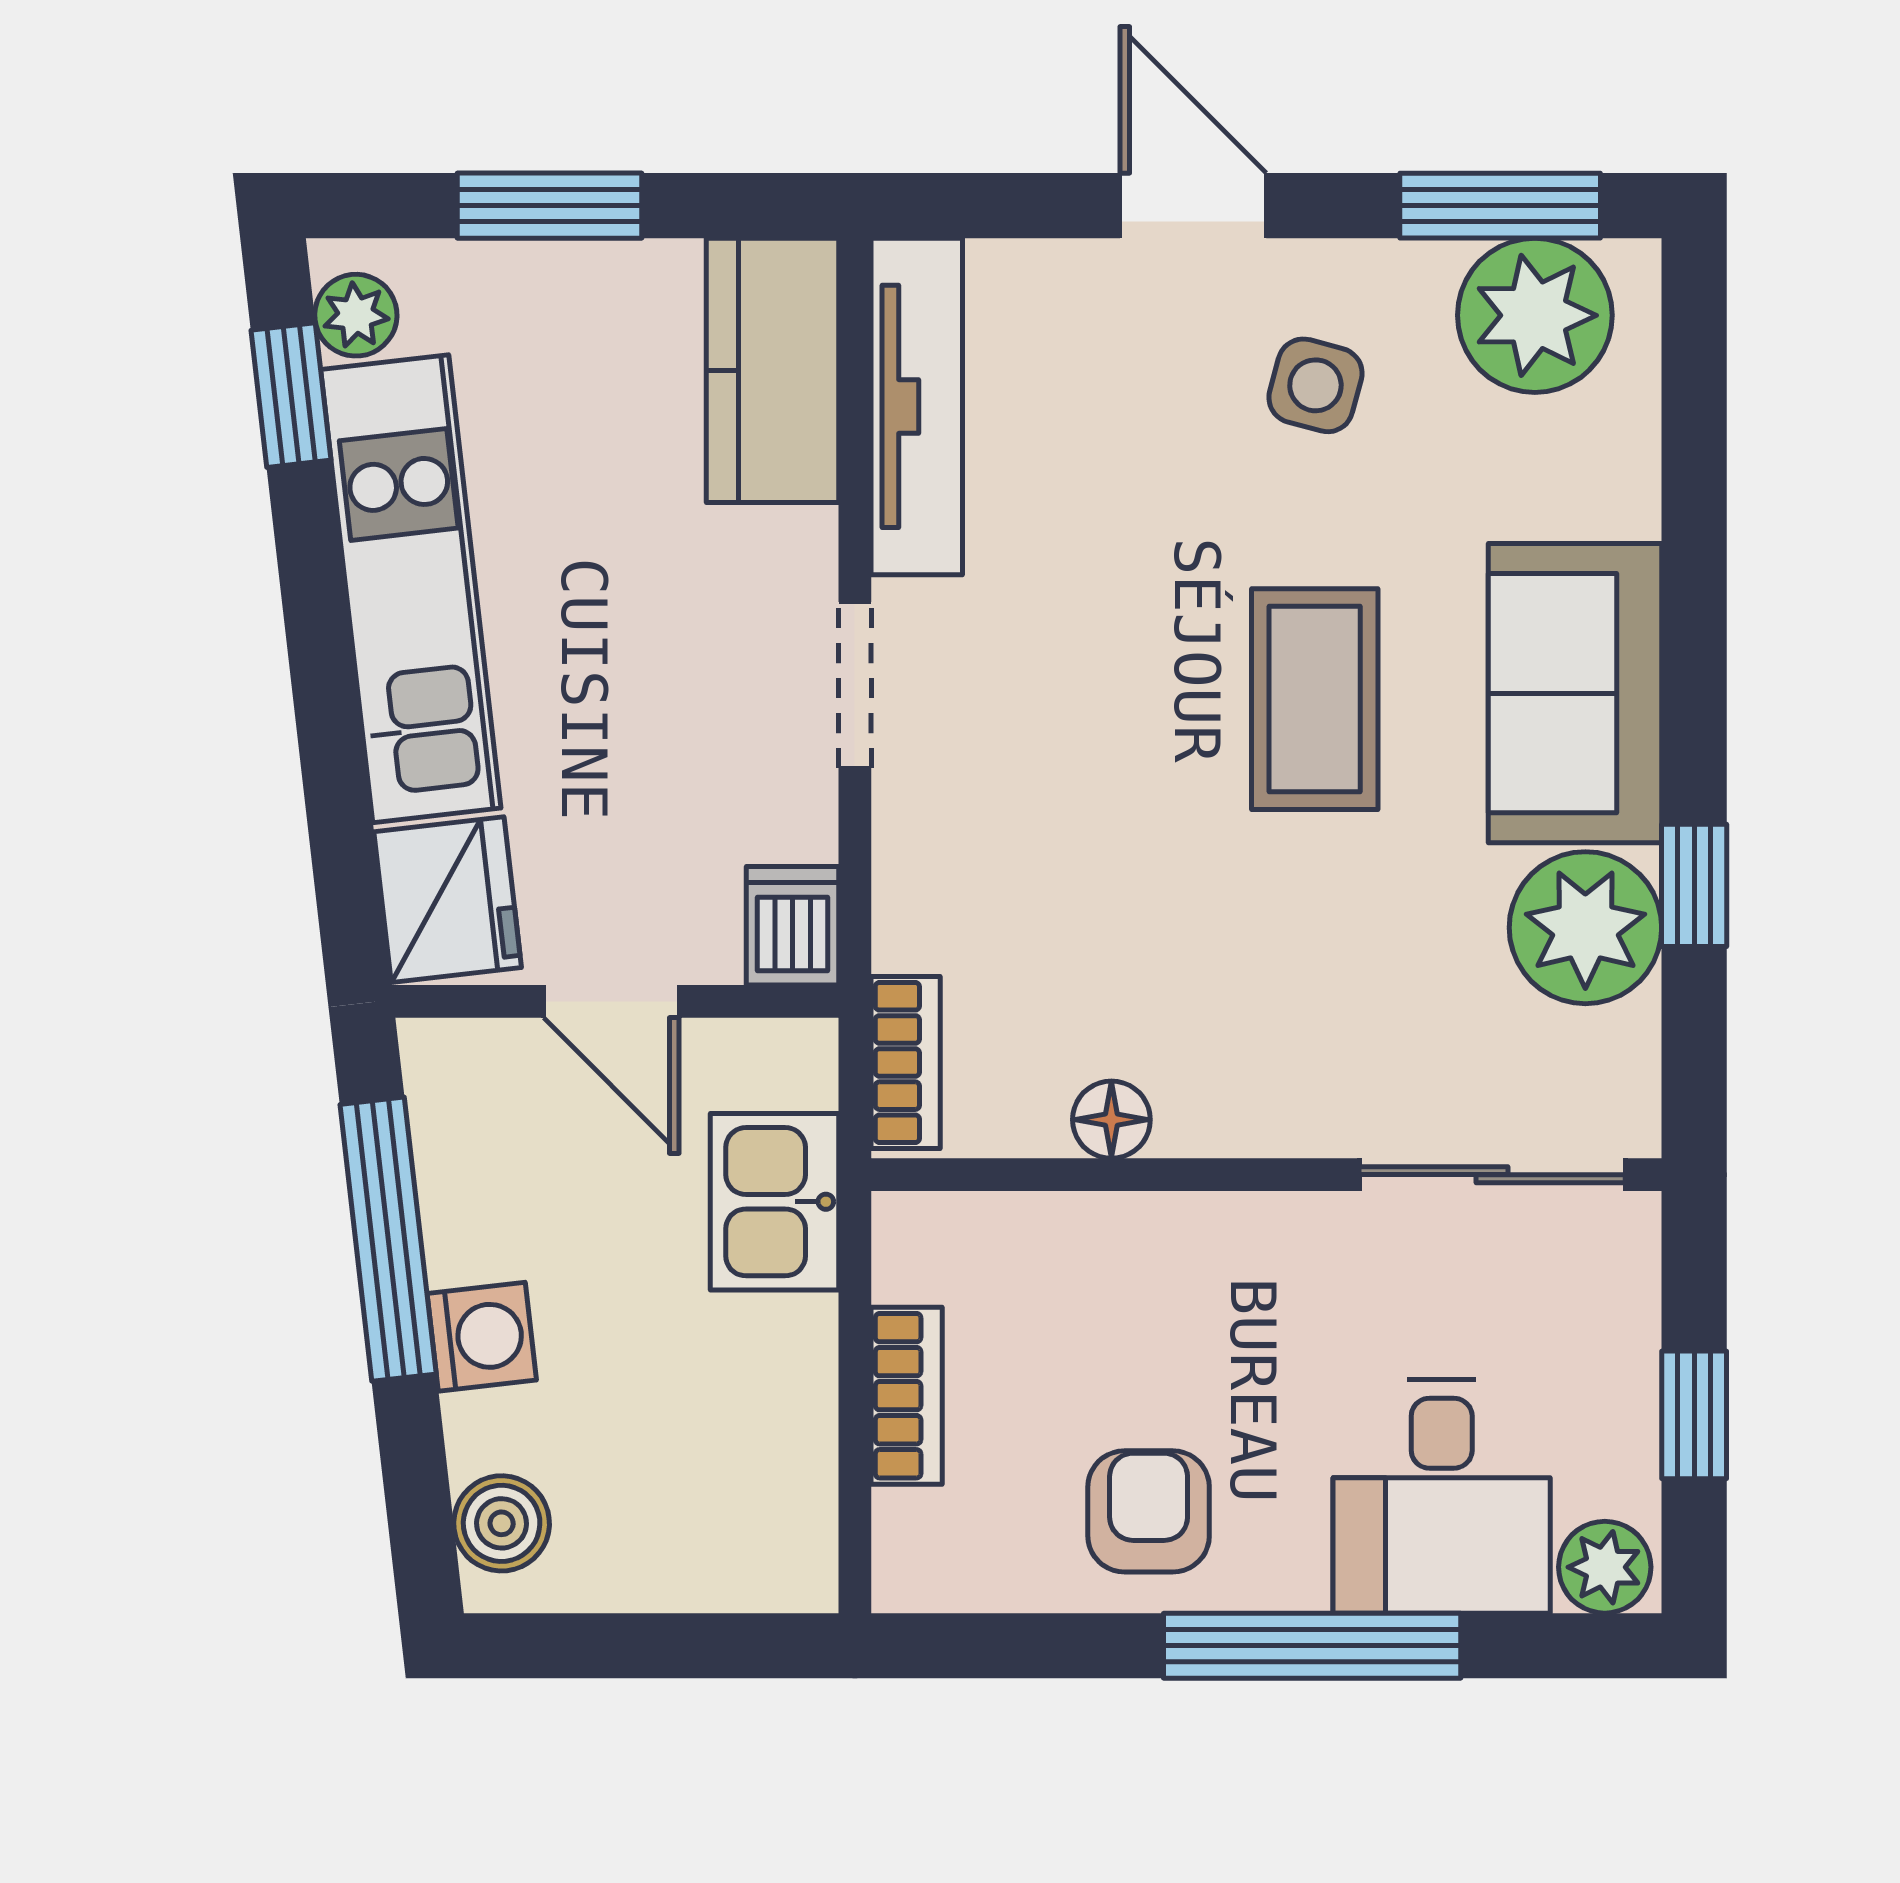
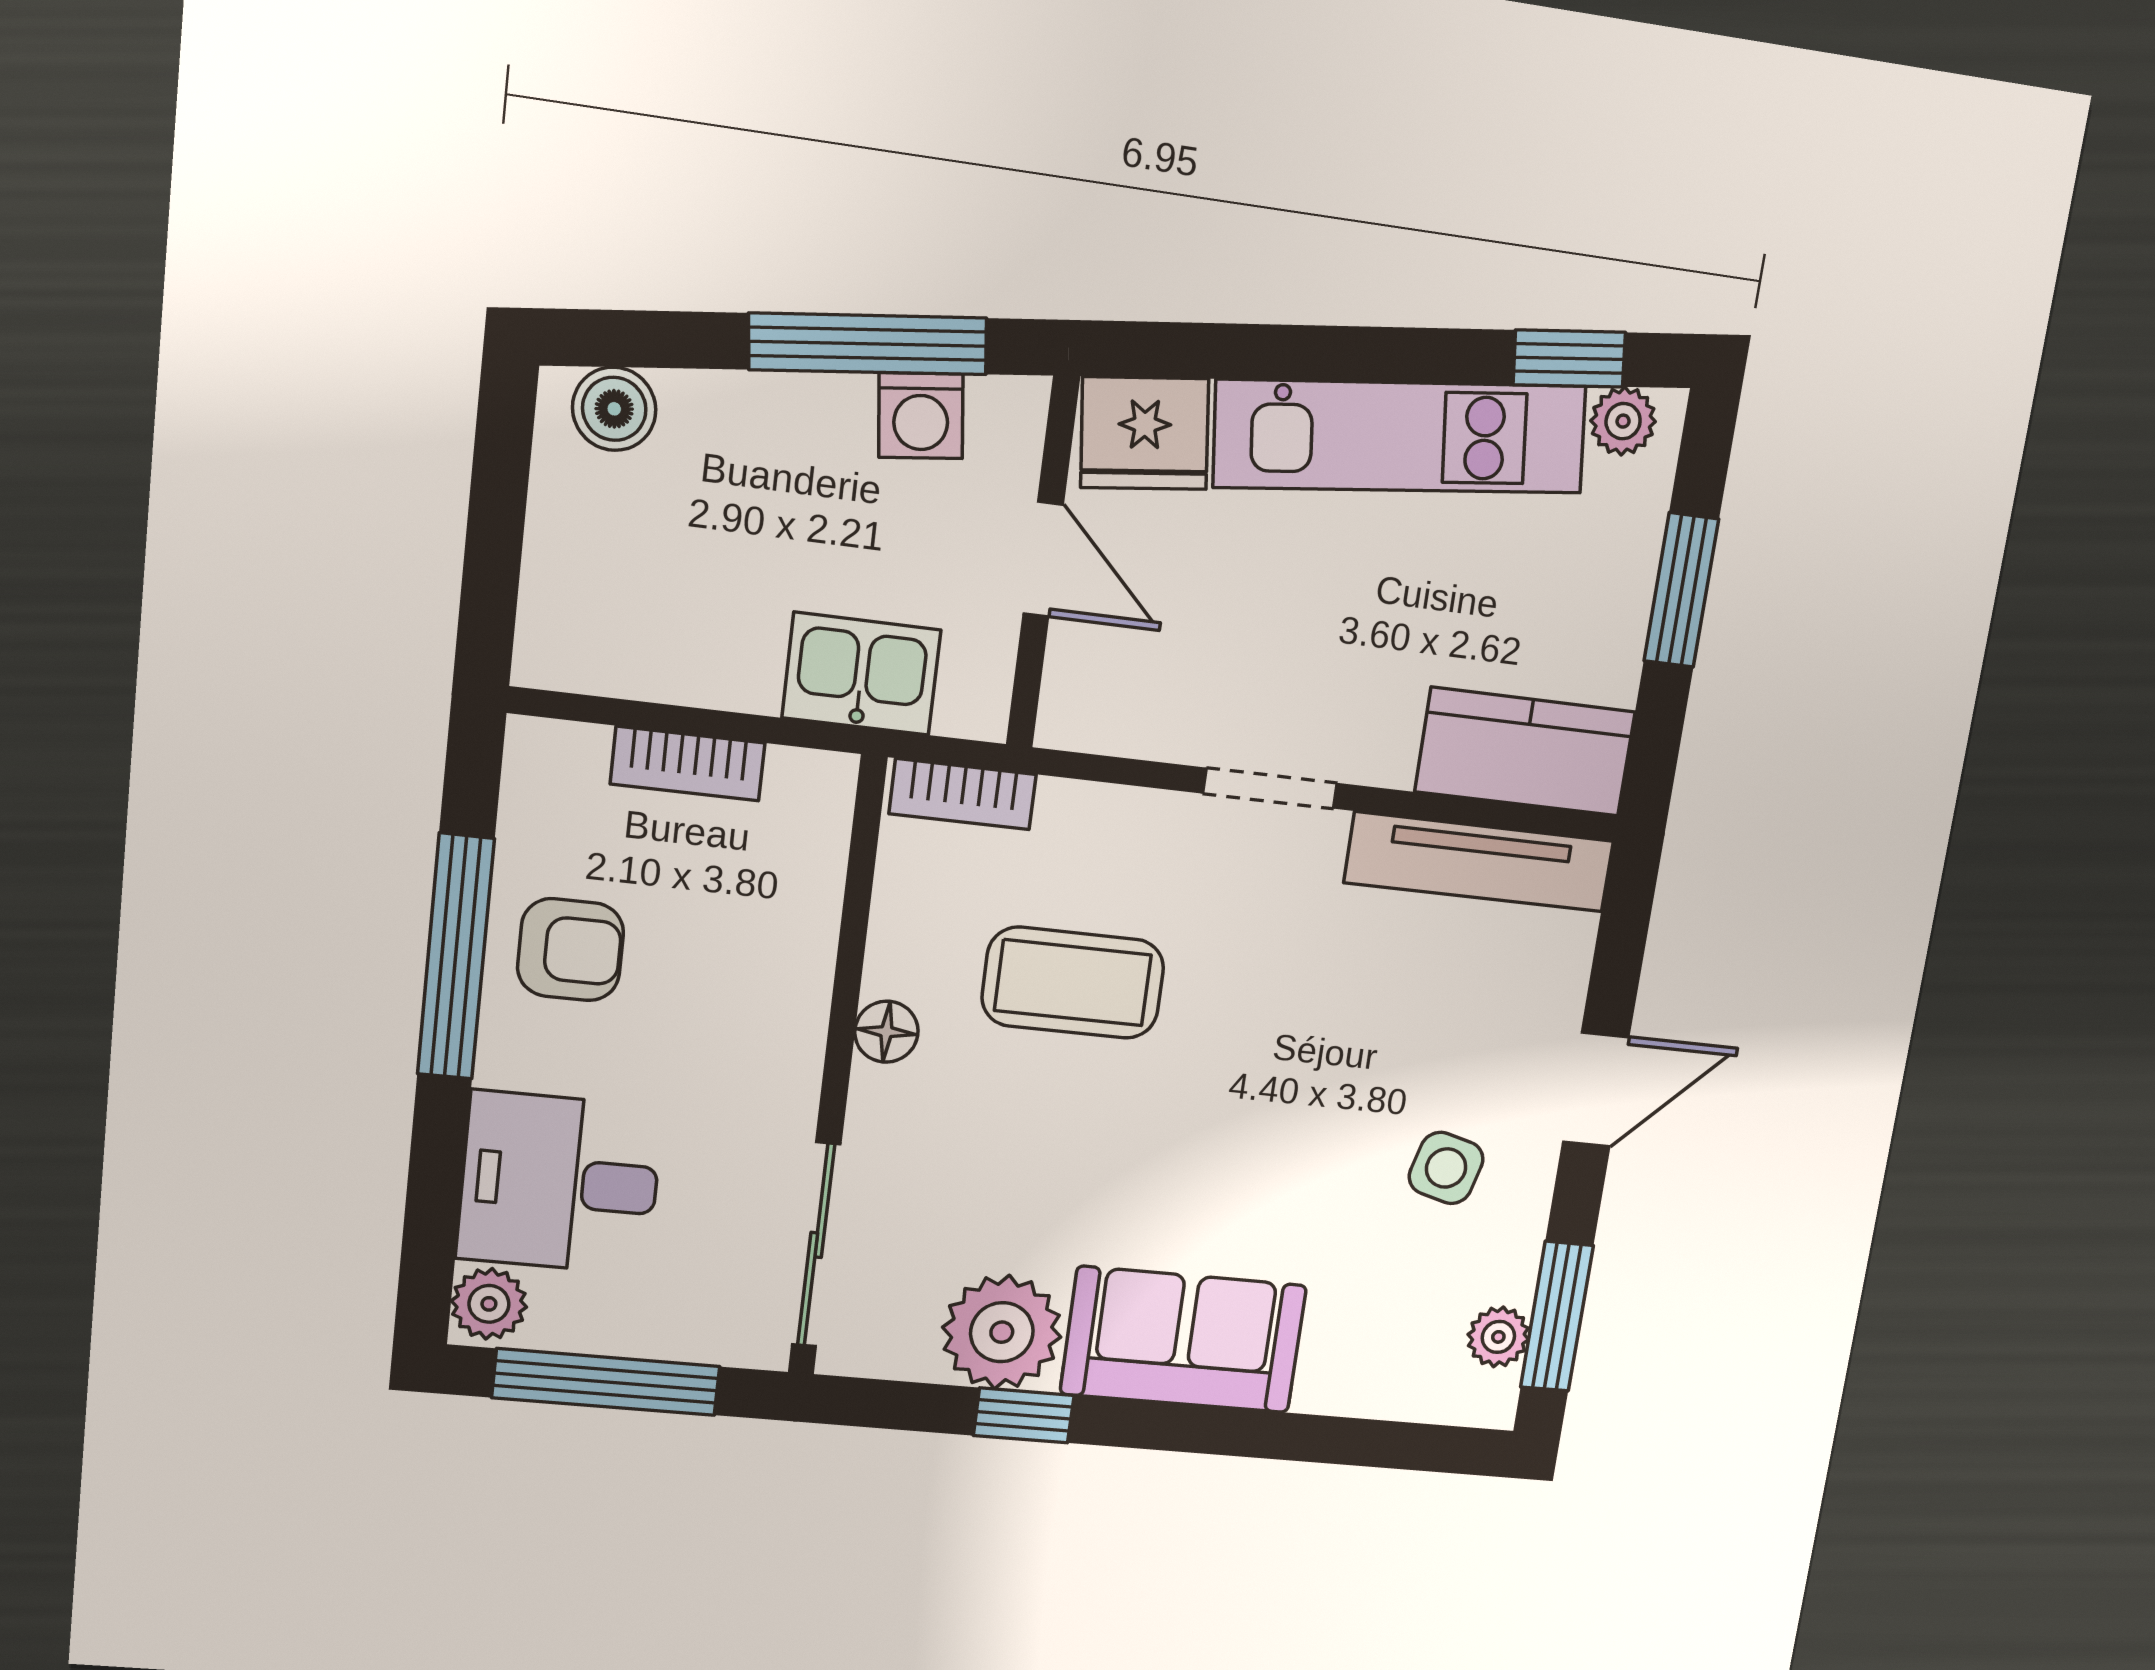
plant: (1535, 315) -> (1498, 1337), width x0.53, depth x0.53
coffee table: (1315, 699) -> (1073, 983), moved
dishwasher: (793, 926) -> (1085, 716), removed
door: (611, 1001) -> (1043, 559), swing flipped
floor lamp: (1111, 1120) -> (886, 1032), moved
washing machine: (482, 1337) -> (921, 416), moved
window: (1694, 1415) -> (606, 1382), width x2.17
window: (1312, 1646) -> (456, 957), moved

